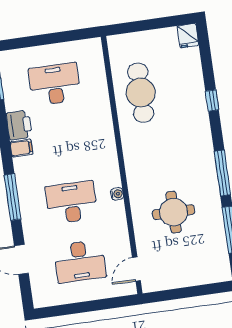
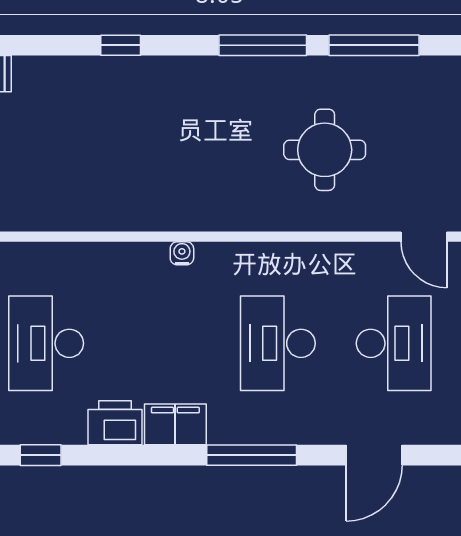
cafe table: (141, 93) -> (86, 180), removed
filing cabinet: (22, 148) -> (175, 424), width x2.00
water cooler: (117, 194) -> (182, 253), moved

